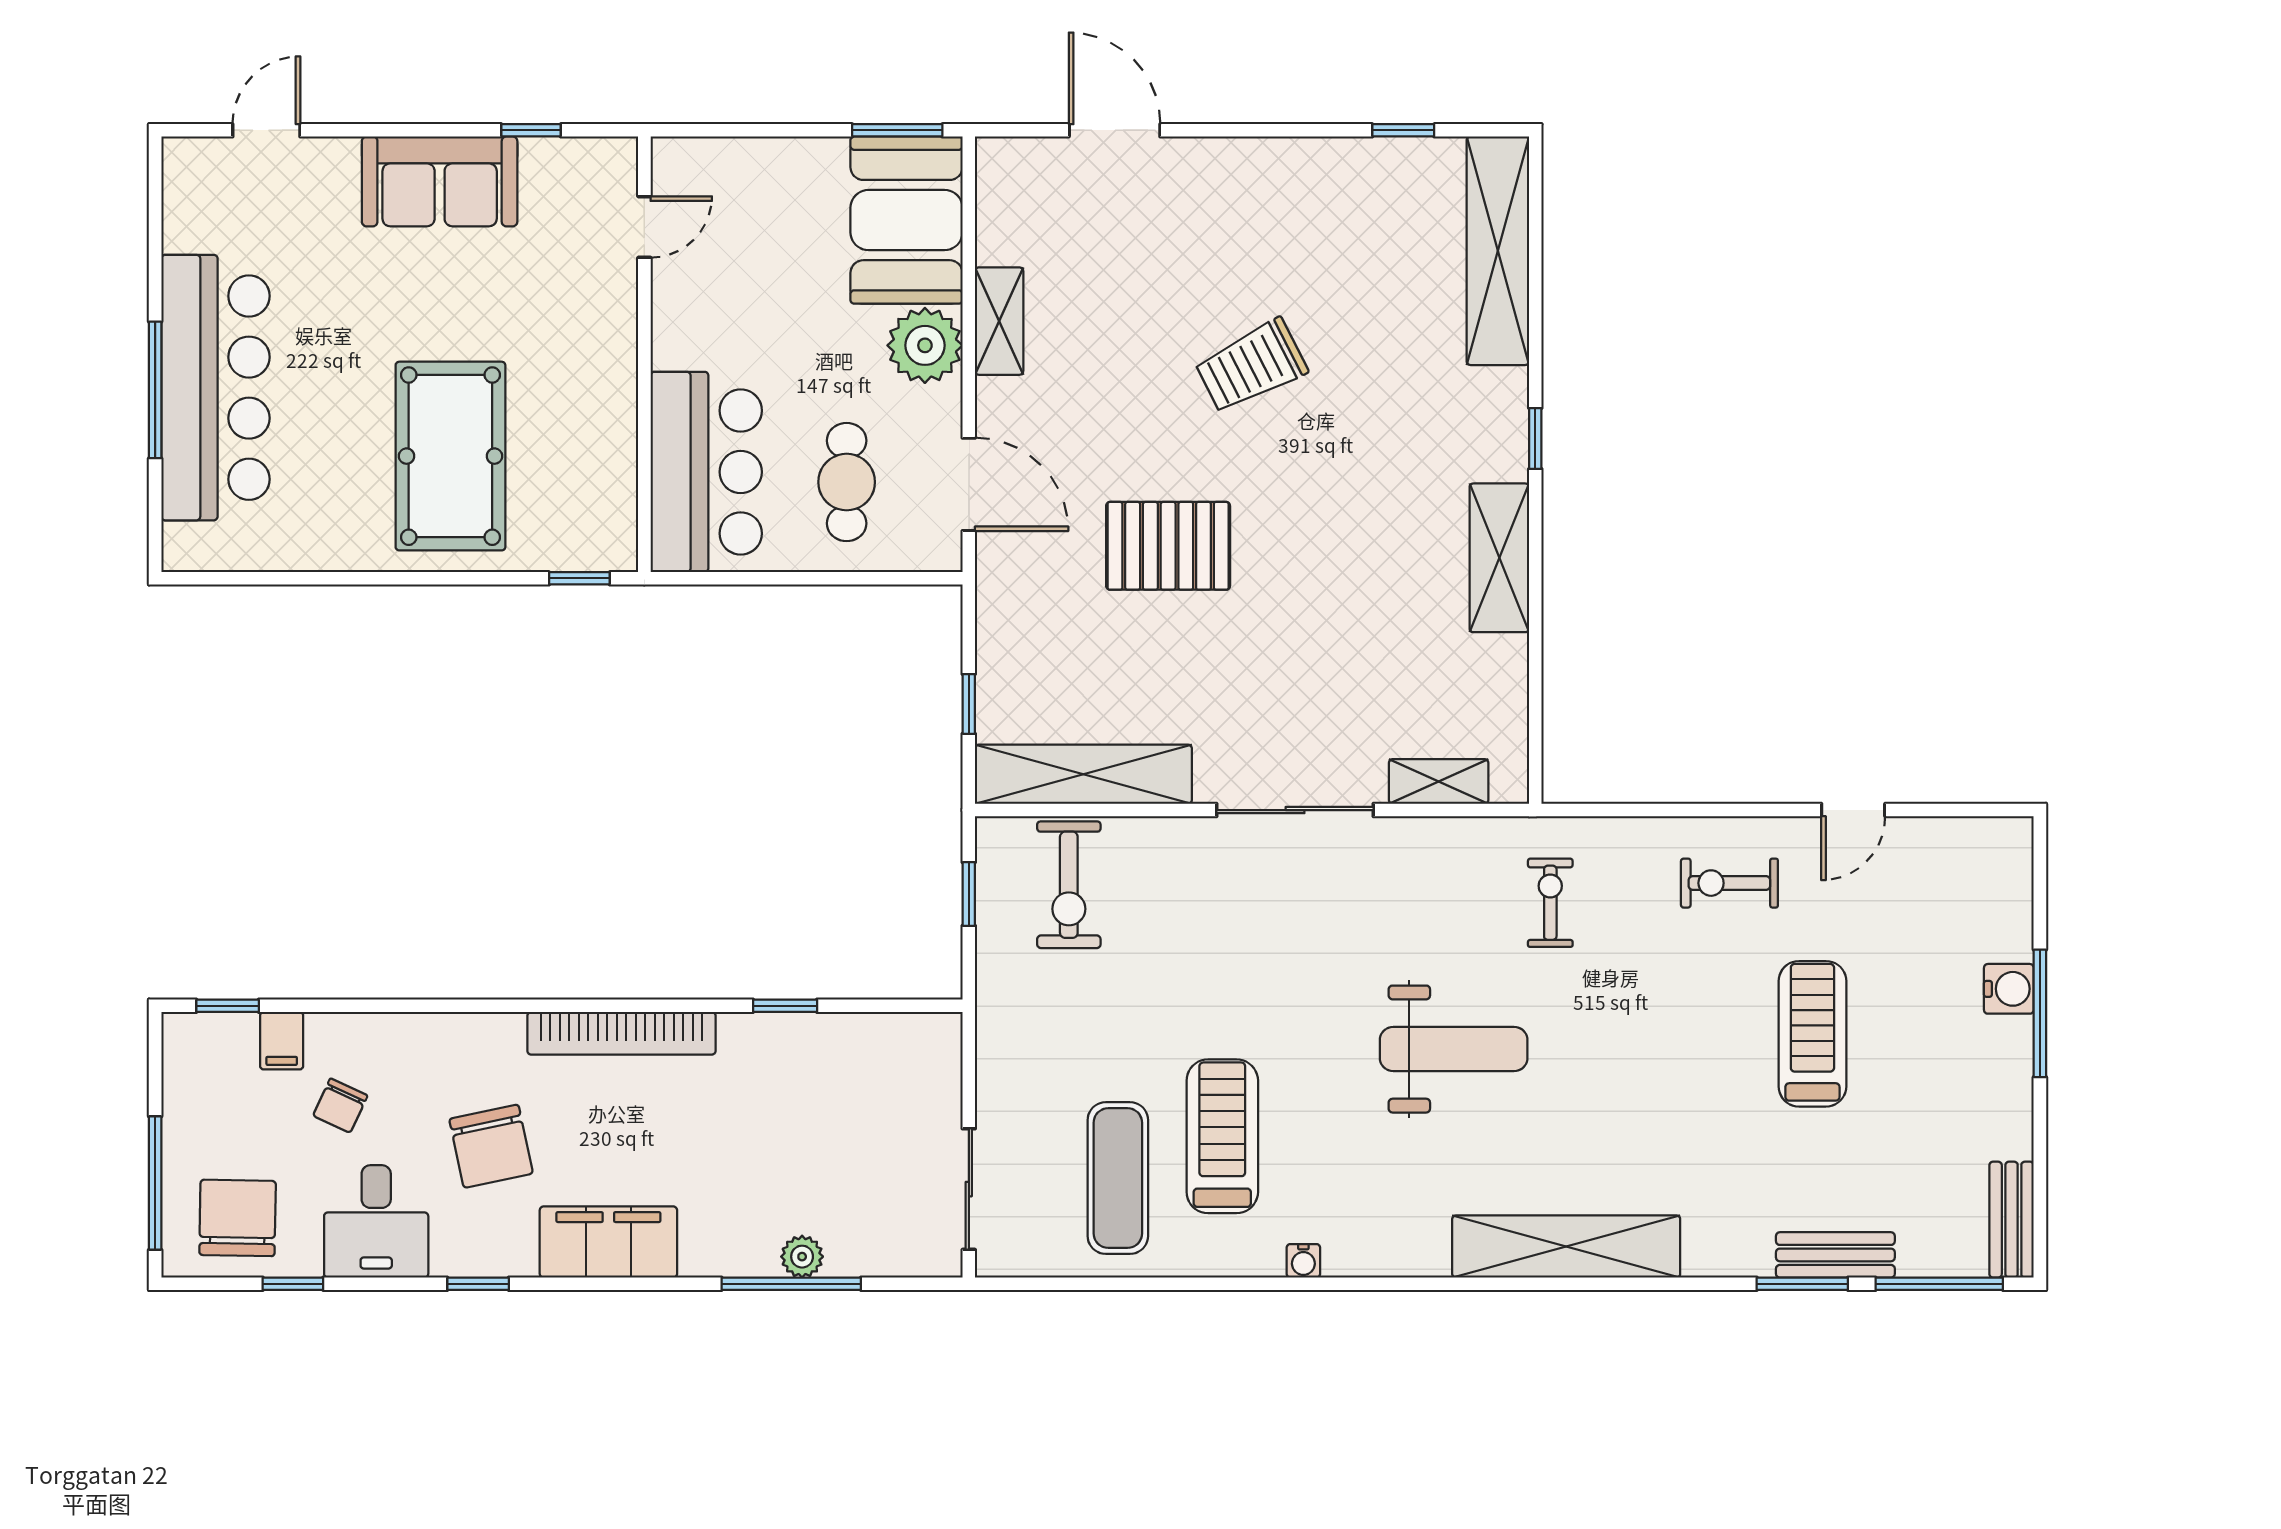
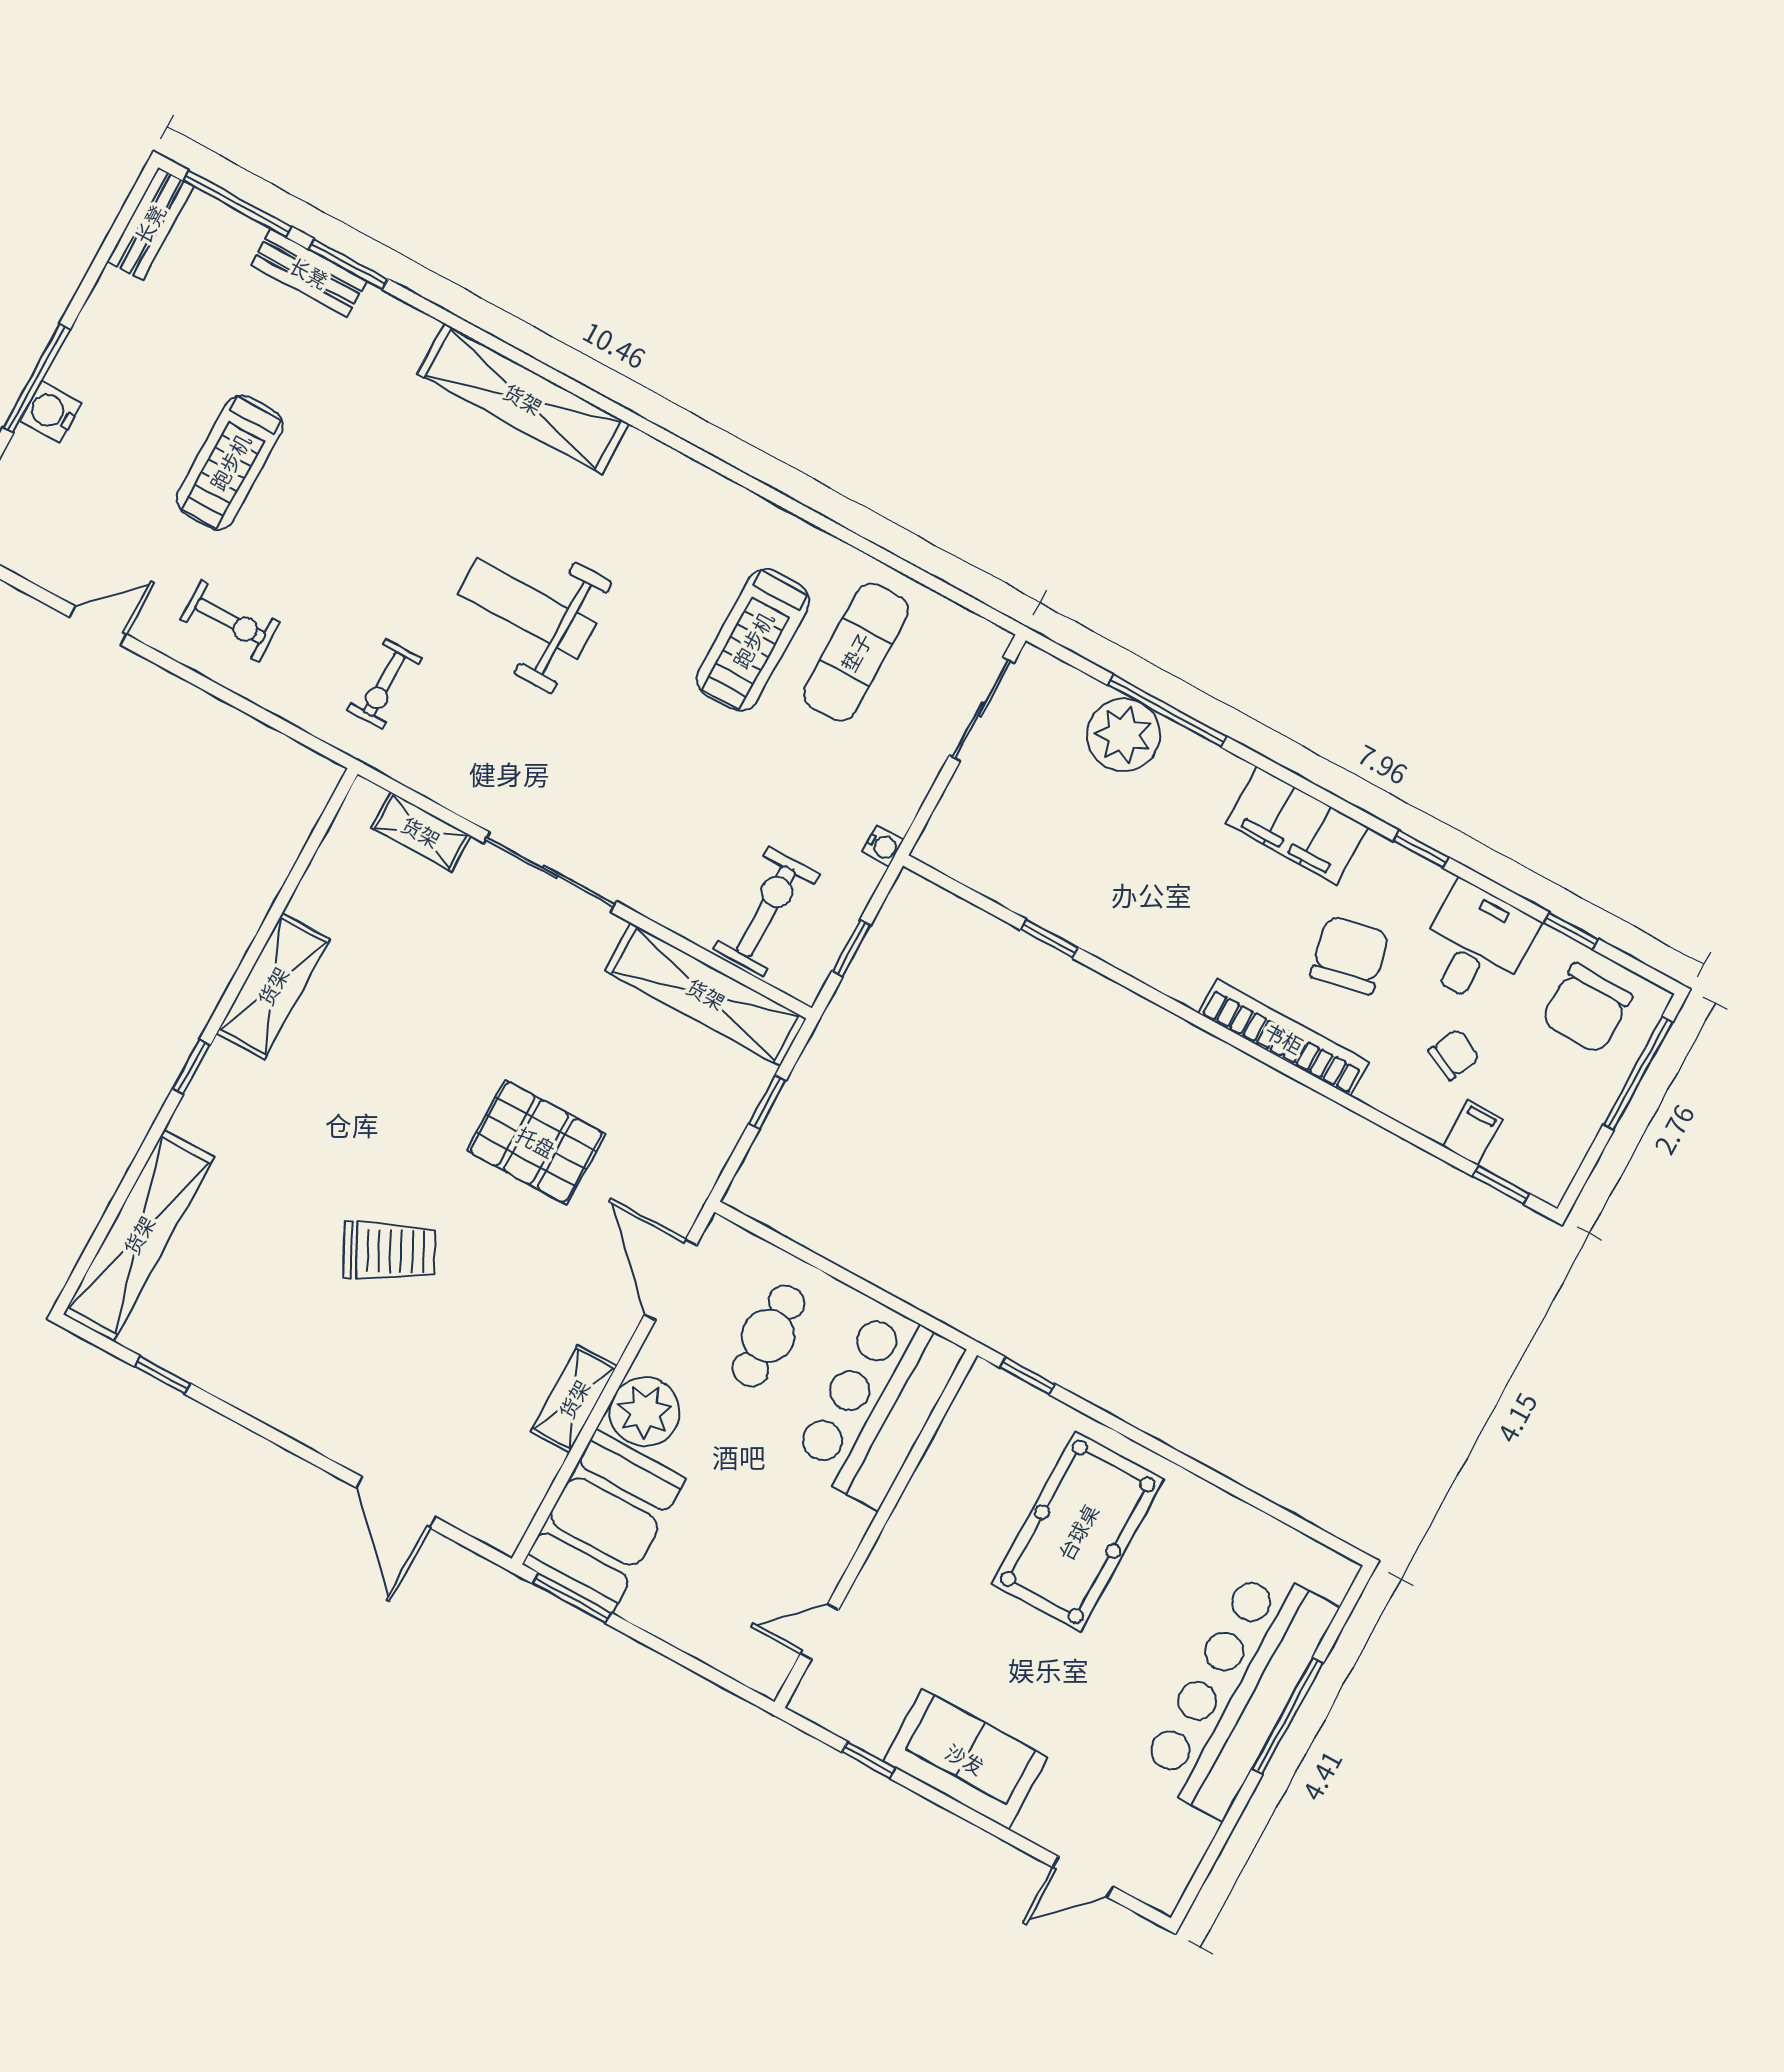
bookcase: (621, 1033) -> (1284, 1038), moved
plant: (802, 1257) -> (1123, 735), width x1.87, depth x1.87
water cooler: (1303, 1261) -> (883, 846), moved, turned 90

